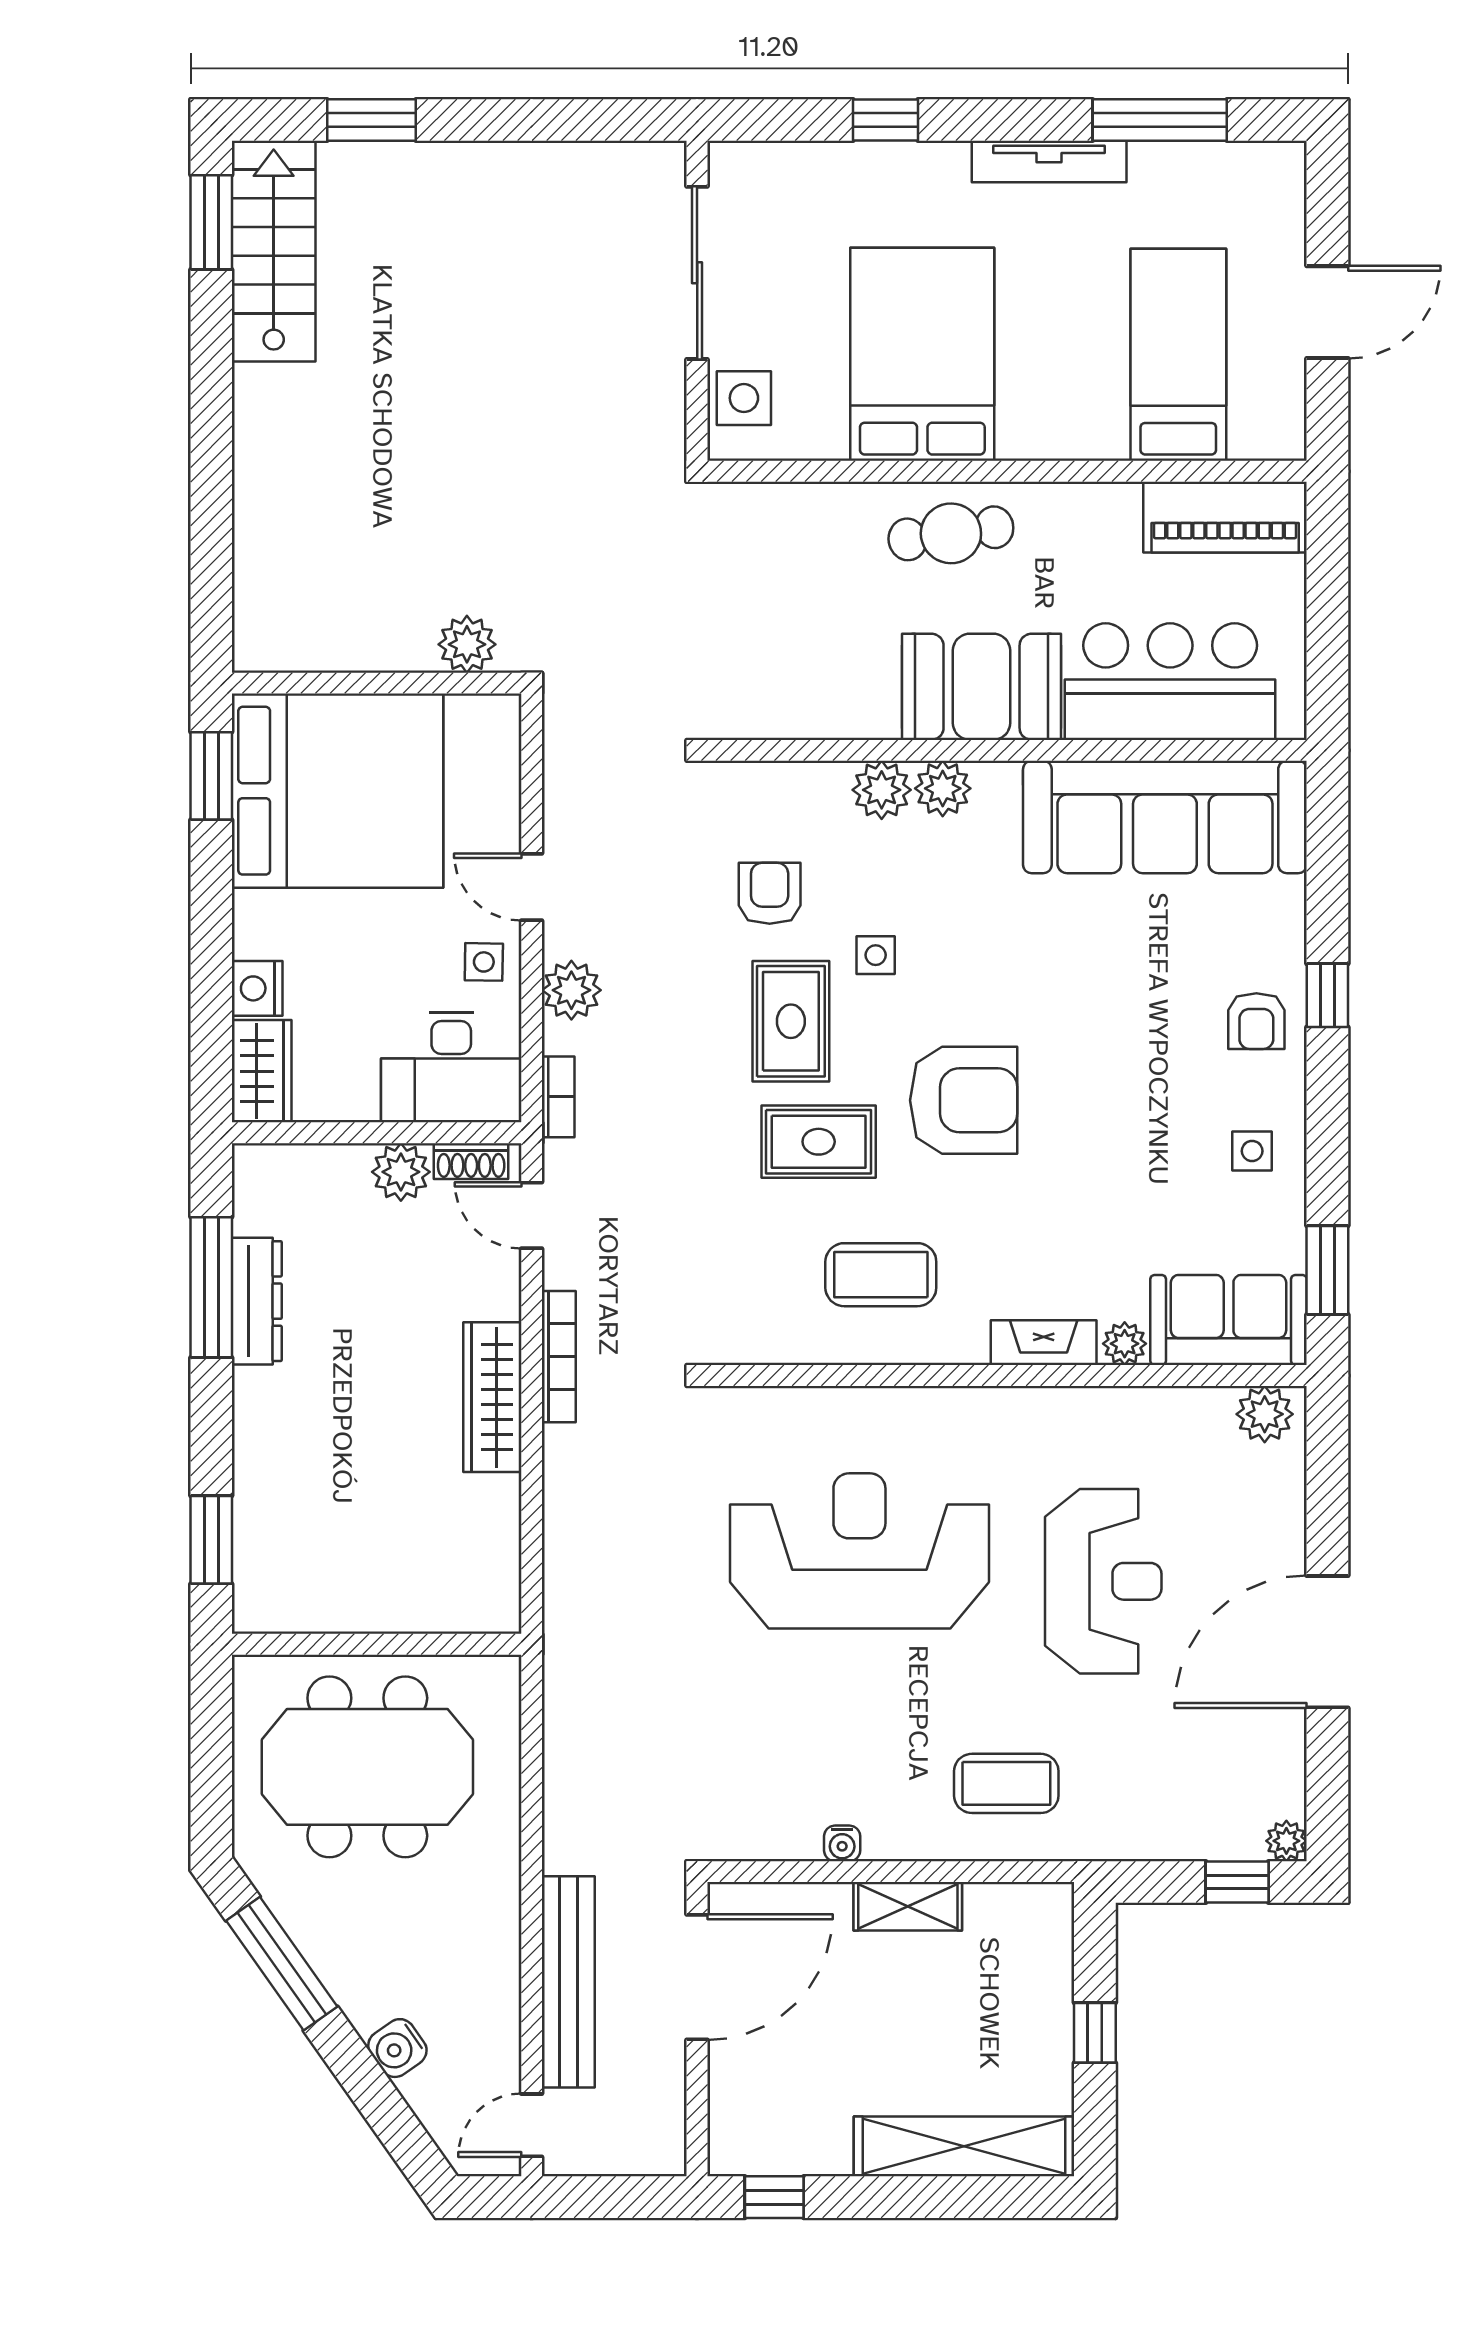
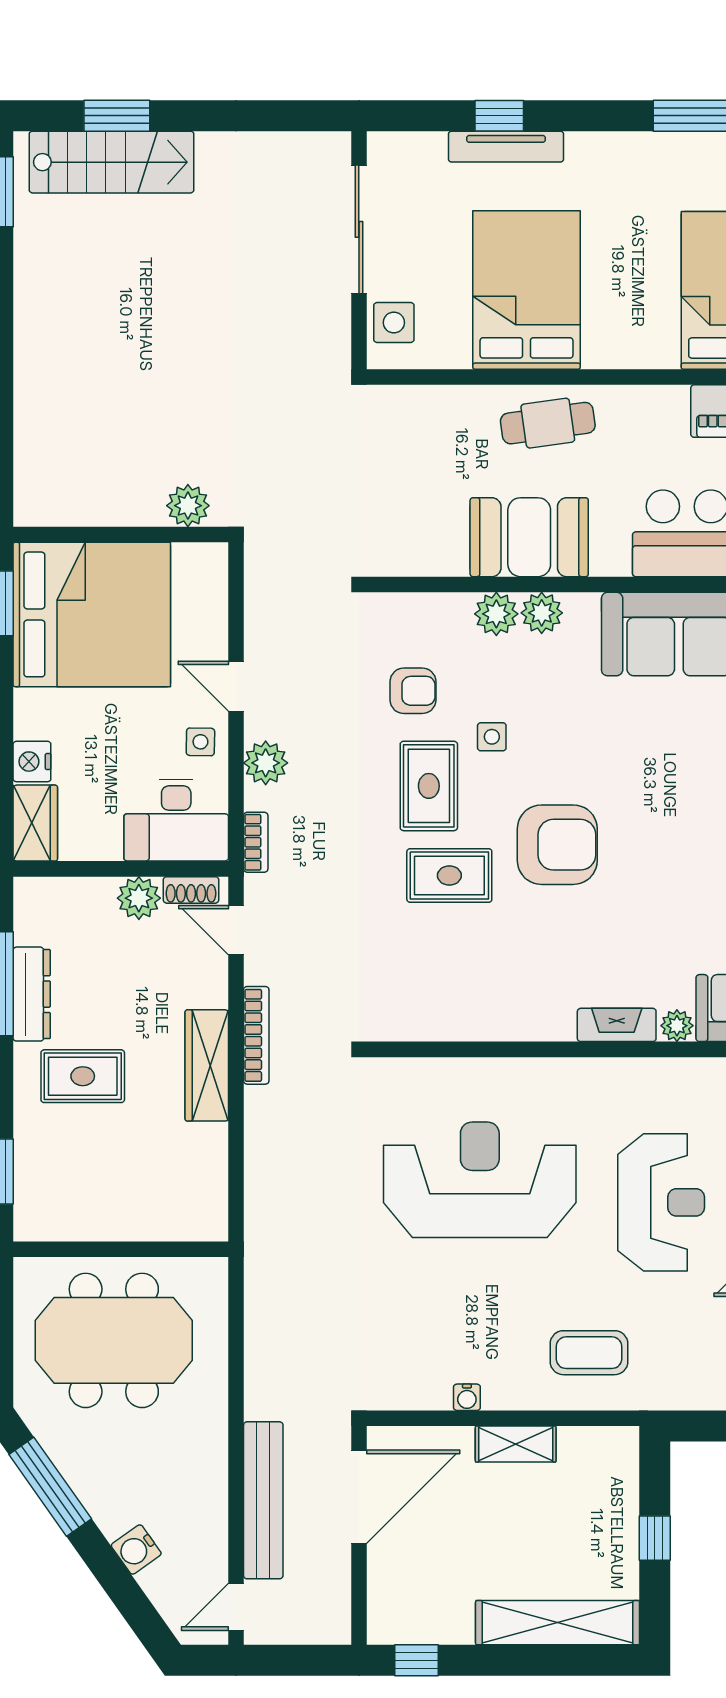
tv unit: (1049, 162) -> (506, 147), moved
stairs: (274, 251) -> (111, 162), moved, turned 90
booth: (982, 687) -> (529, 537), moved
armchair: (770, 893) -> (413, 691), turned 90
coffee table: (881, 1275) -> (496, 974), removed
rug: (325, 1412) -> (83, 1076), added

